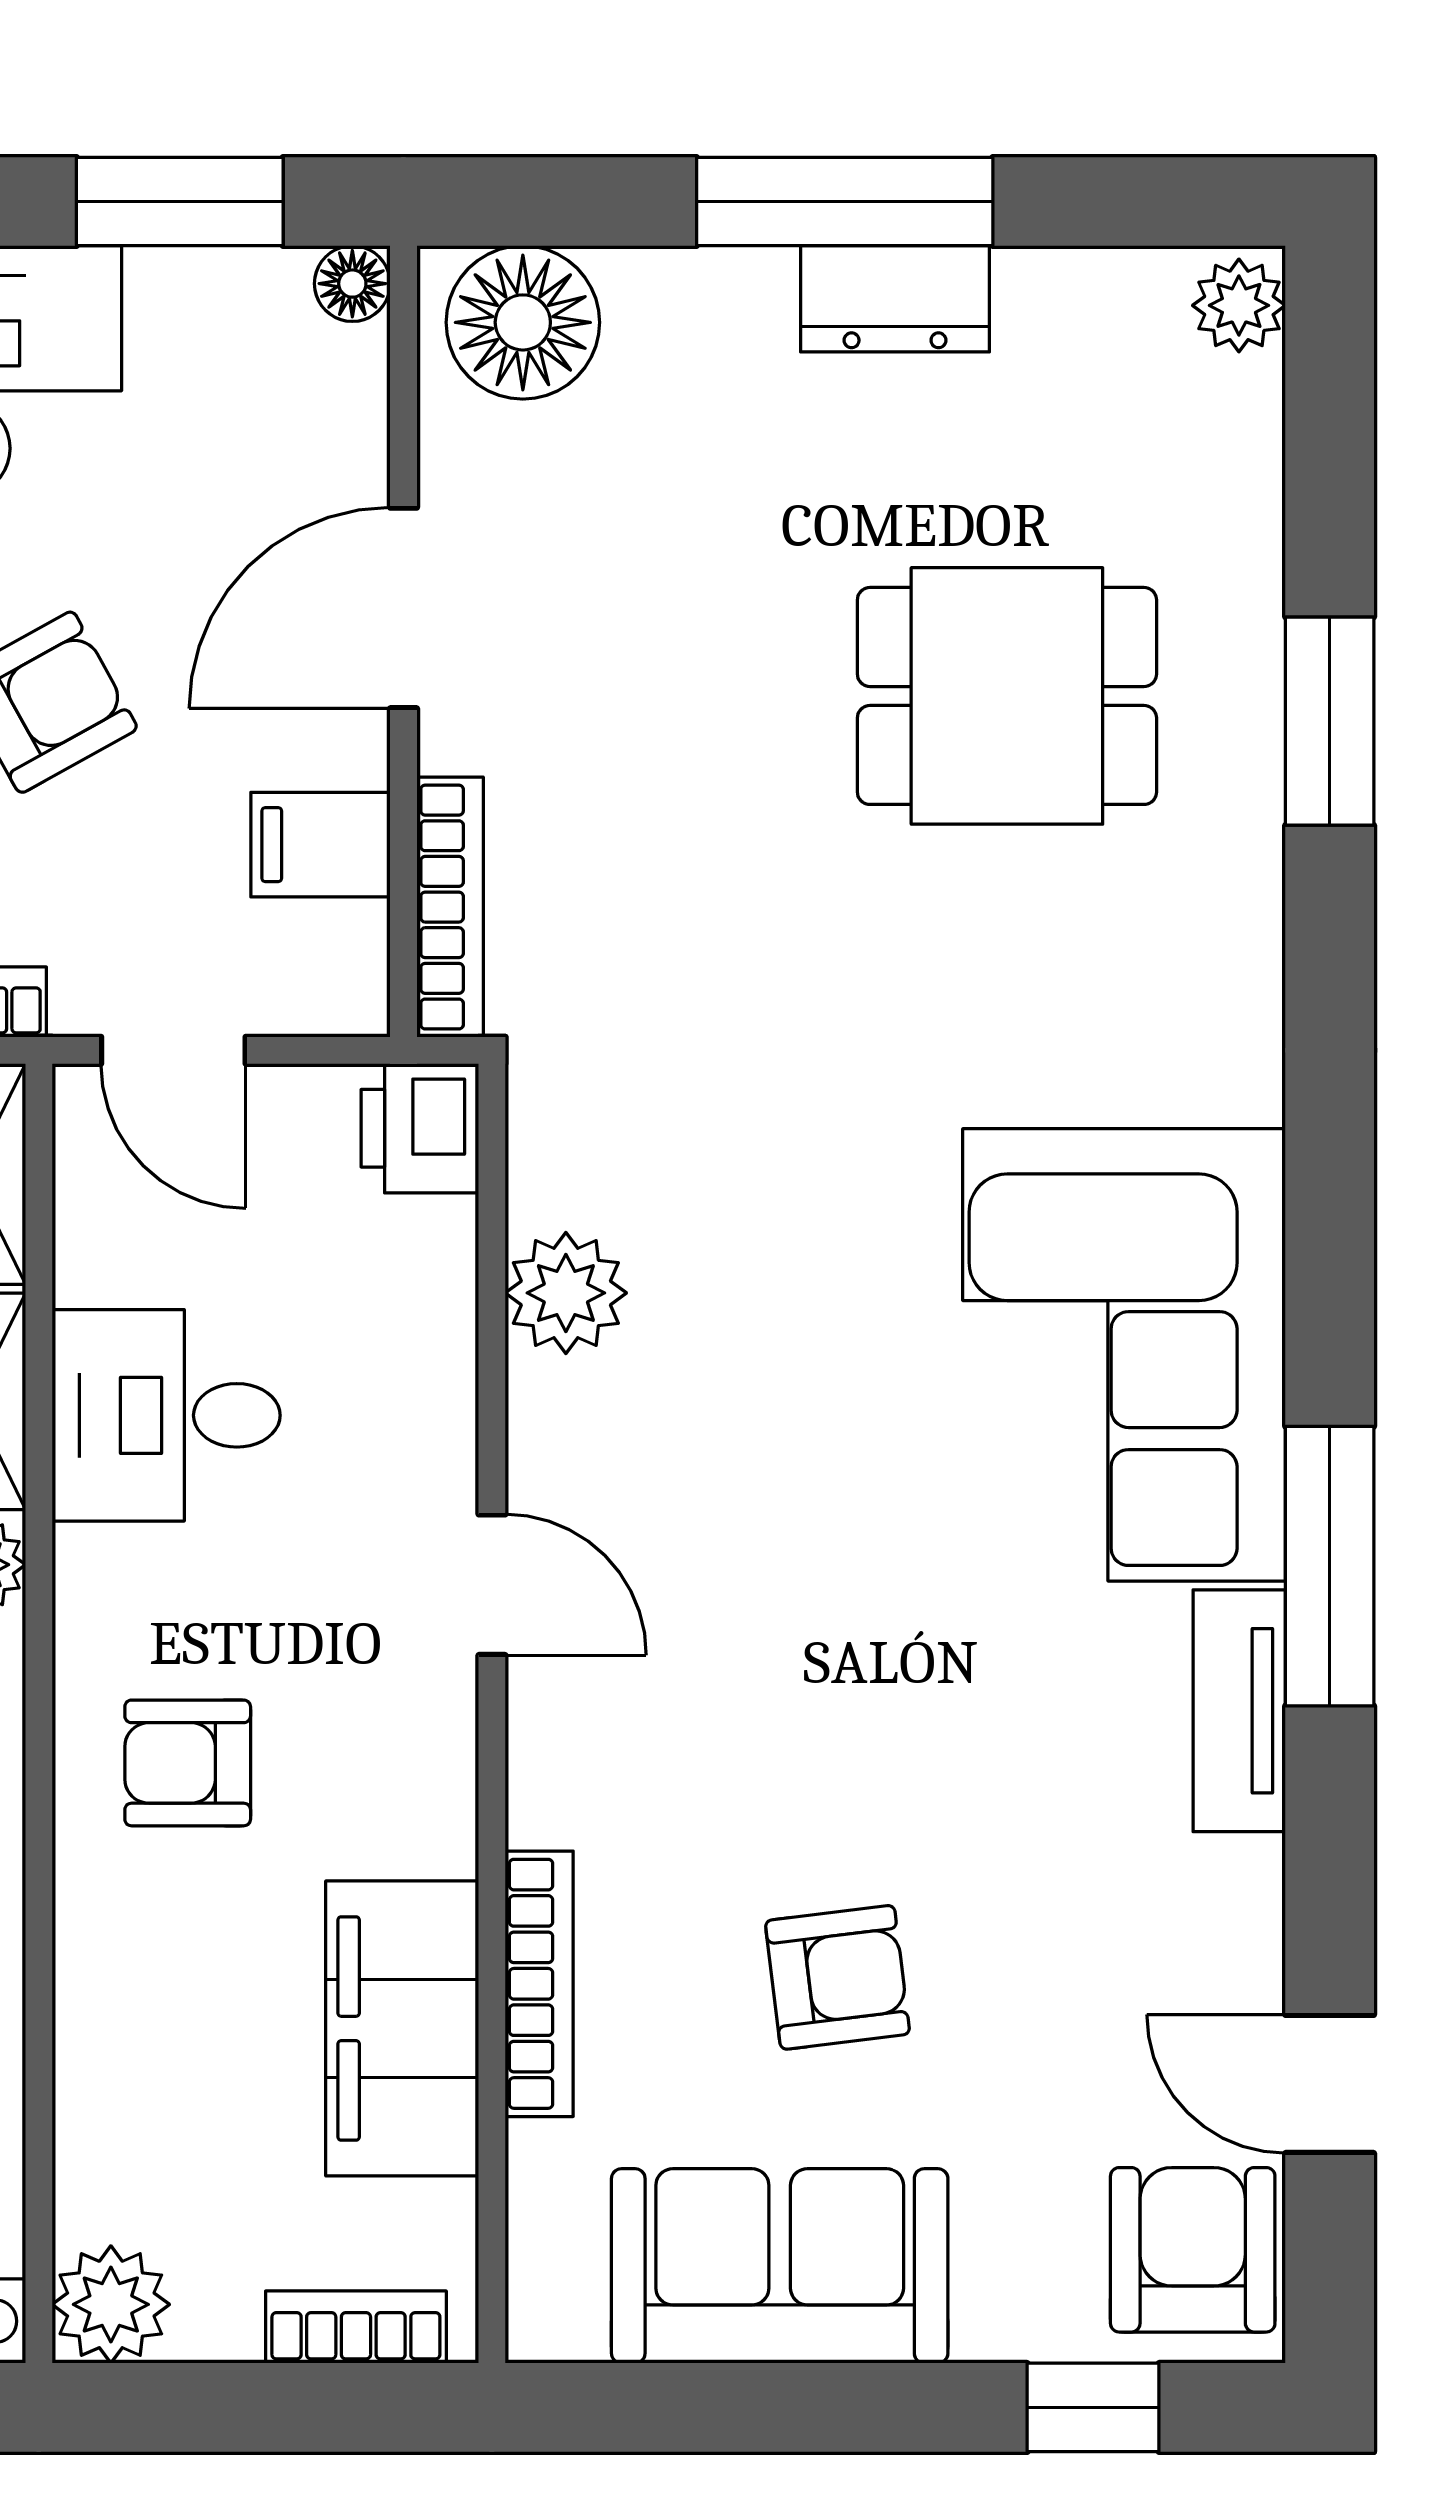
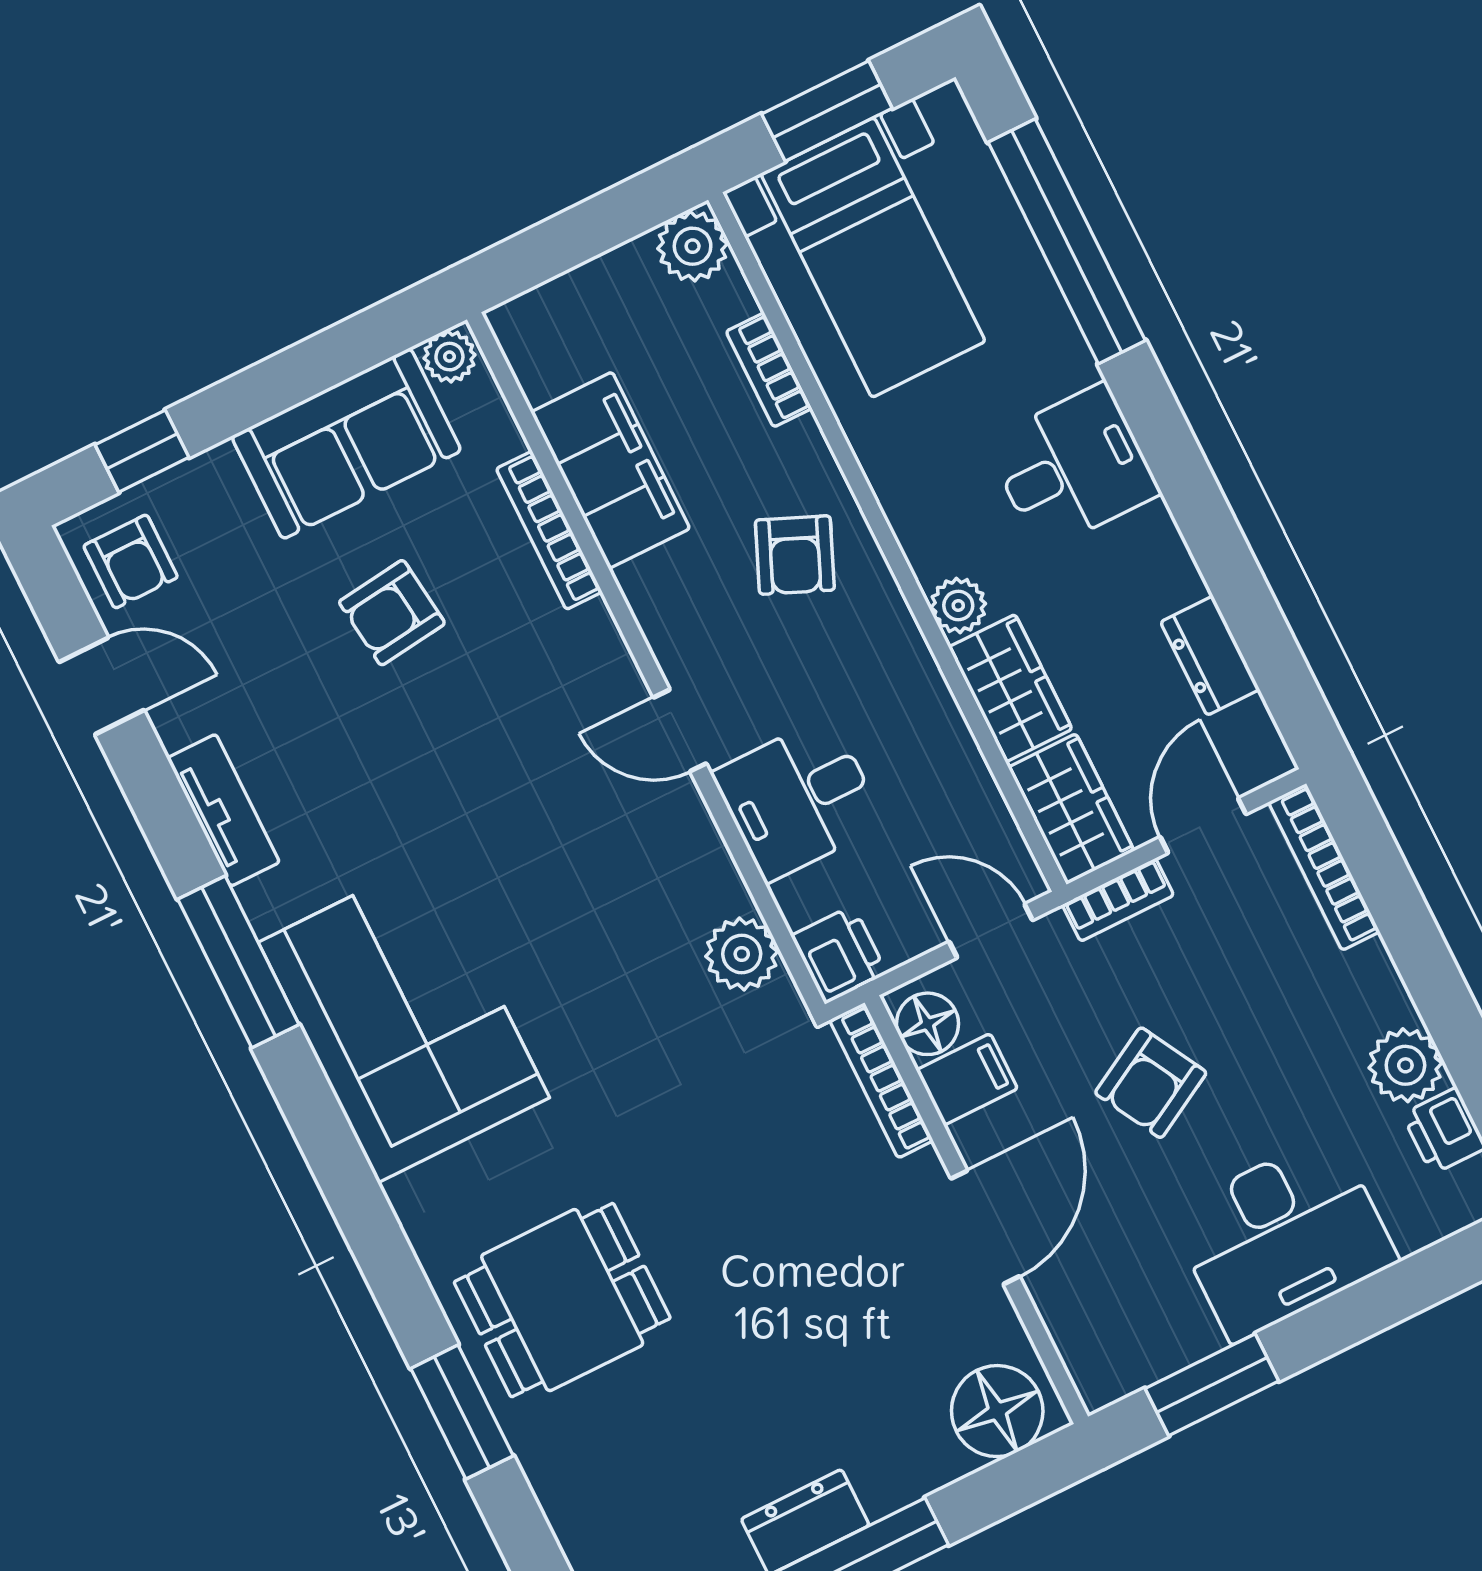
floor lamp: (352, 284) -> (928, 1024), moved, width x1.37, depth x1.37
dining table: (1007, 696) -> (562, 1300), moved
plant: (566, 1293) -> (742, 954), moved
desk: (166, 1415) -> (798, 799), moved, turned 180
tv unit: (1239, 1711) -> (223, 810), moved
armchair: (188, 1763) -> (795, 555), turned 113
armchair: (1193, 2250) -> (131, 561), width x0.72, depth x0.72
plant: (559, 2320) -> (449, 357), added
bookcase: (356, 2327) -> (769, 370), moved, turned 90

